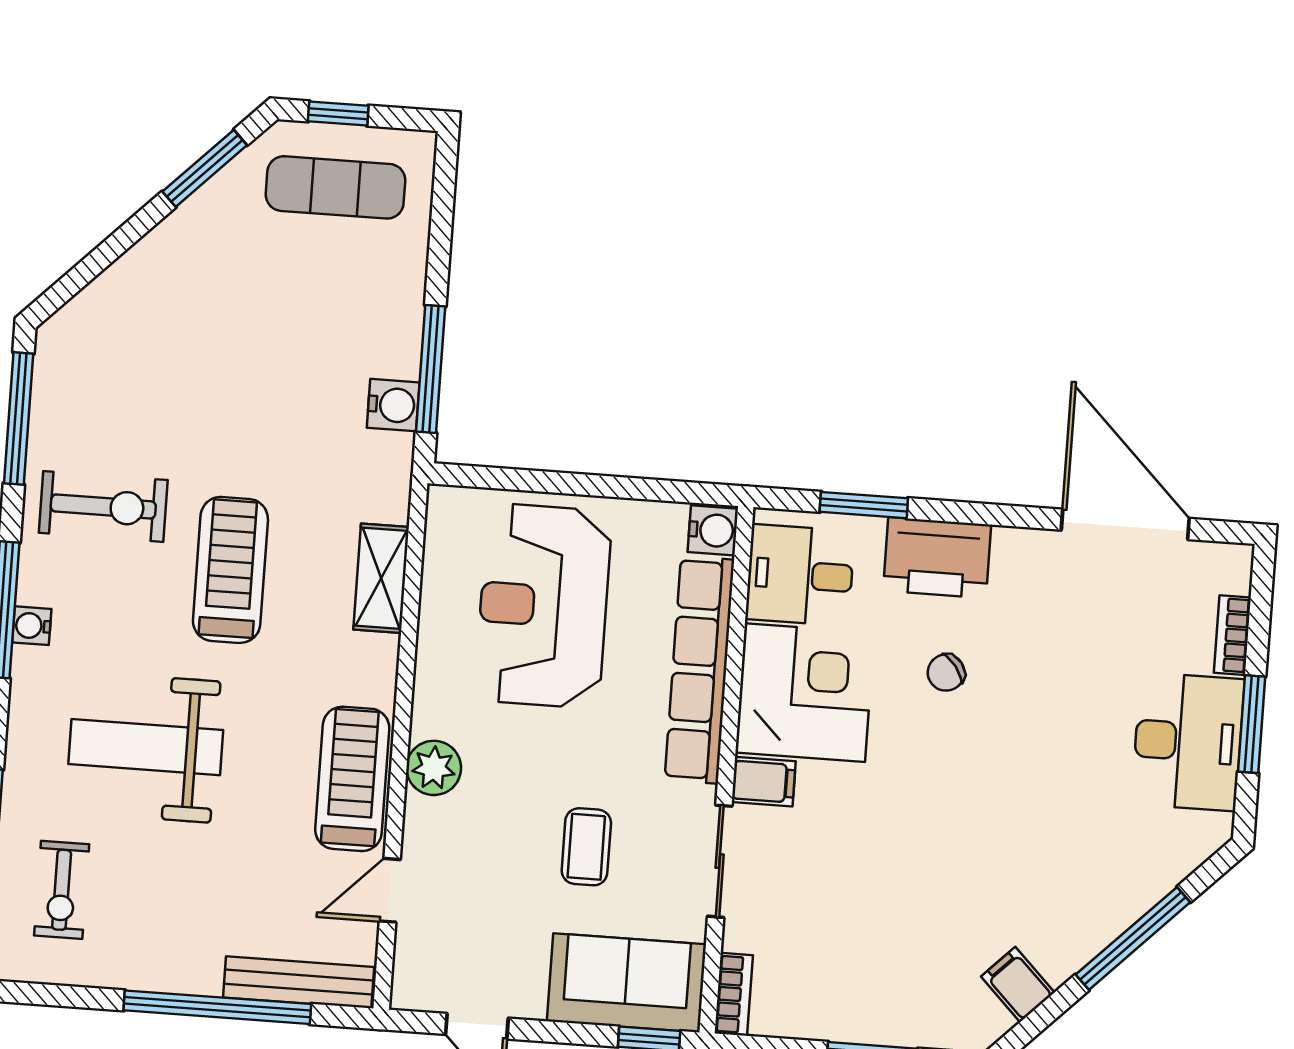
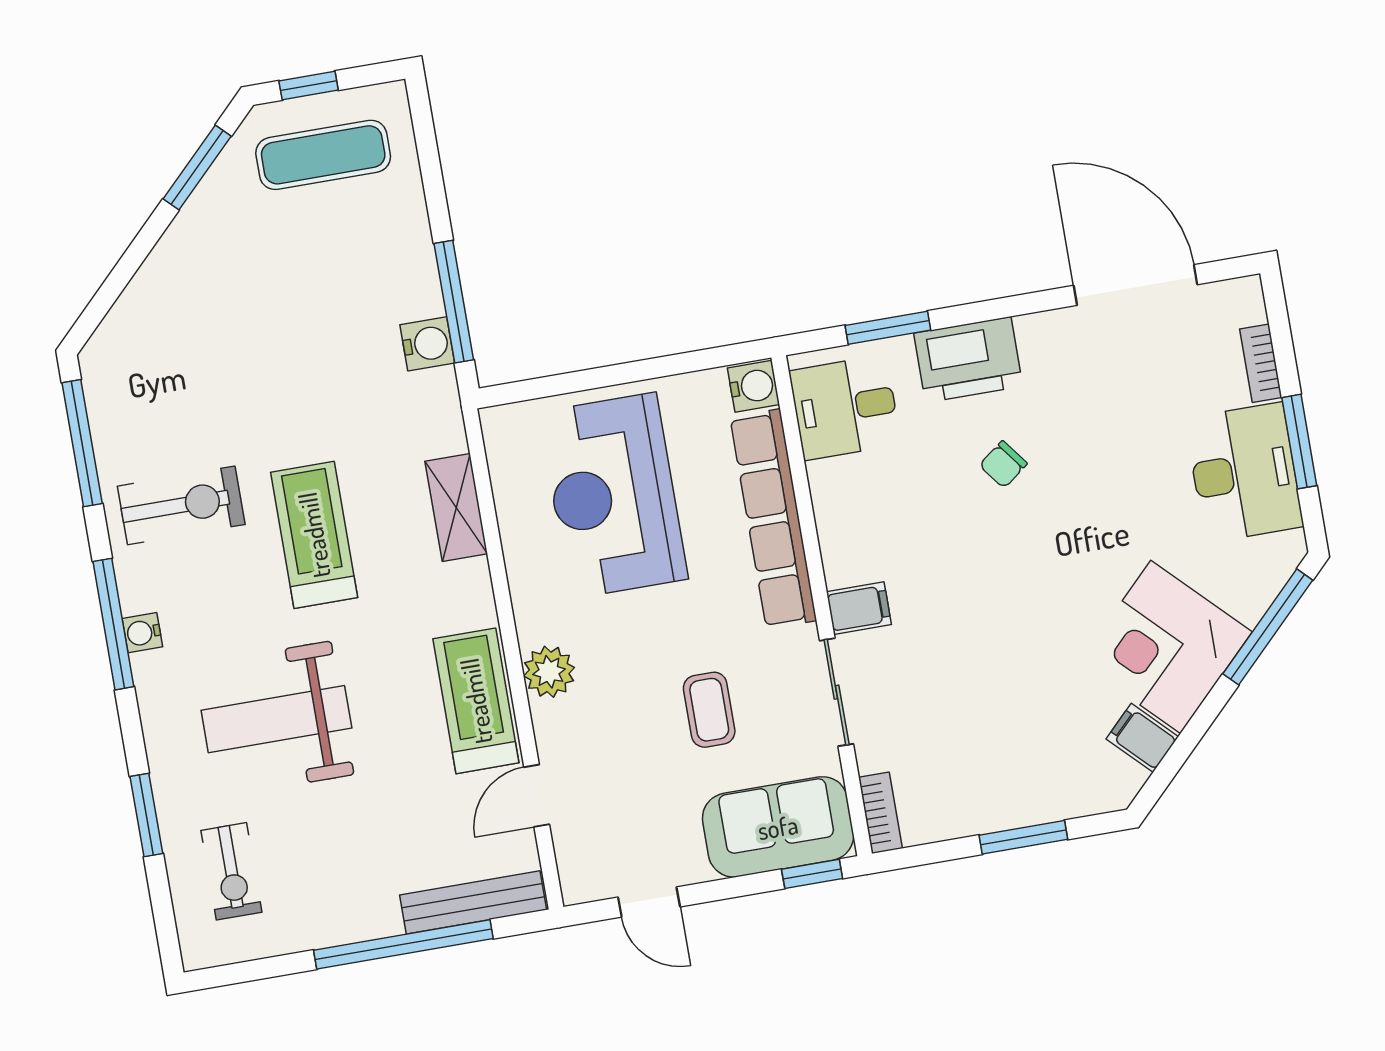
corner desk: (805, 693) -> (1166, 647), moved, turned -135
window: (1133, 938) -> (1268, 627), moved

